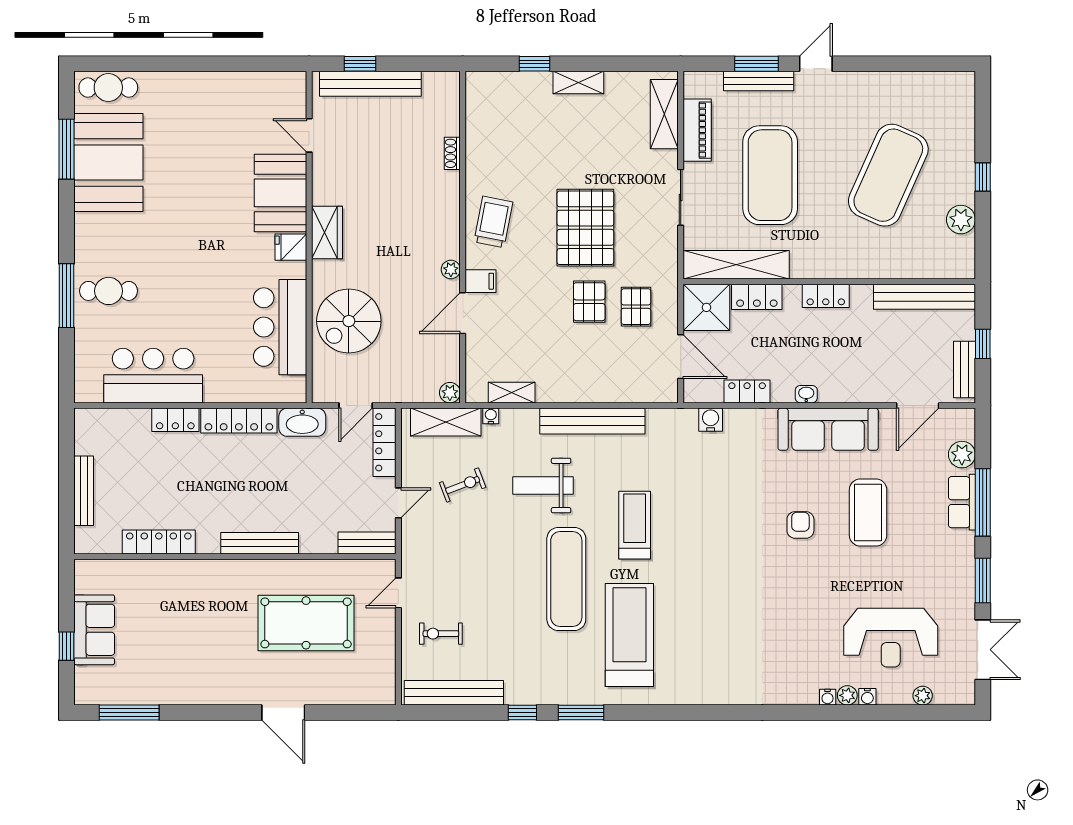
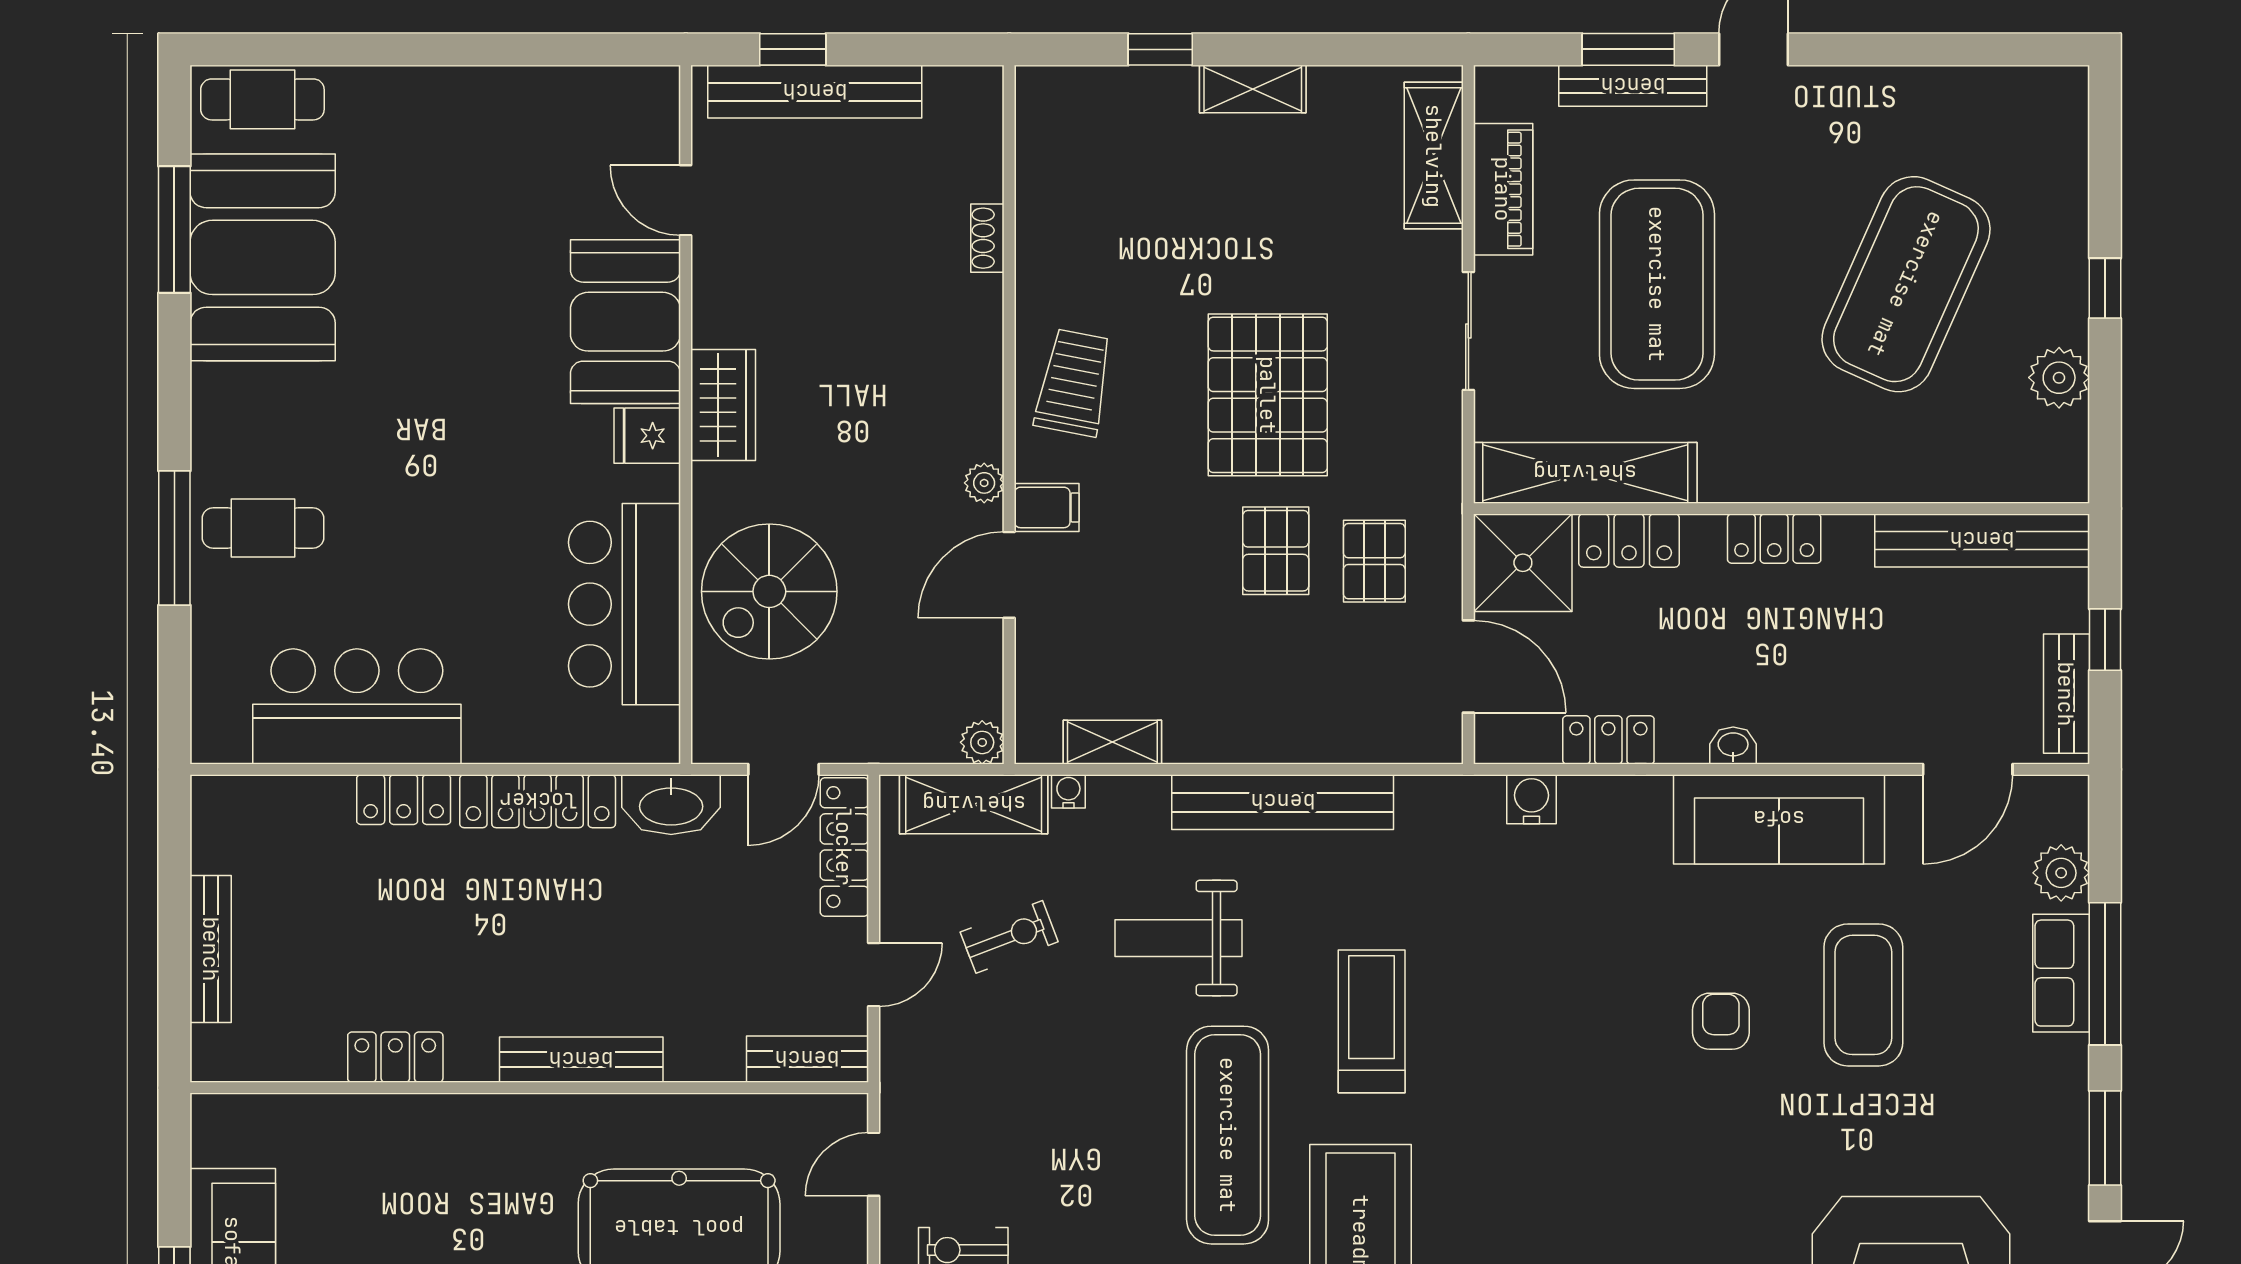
locker: (159, 542) -> (395, 1057), width x0.66

